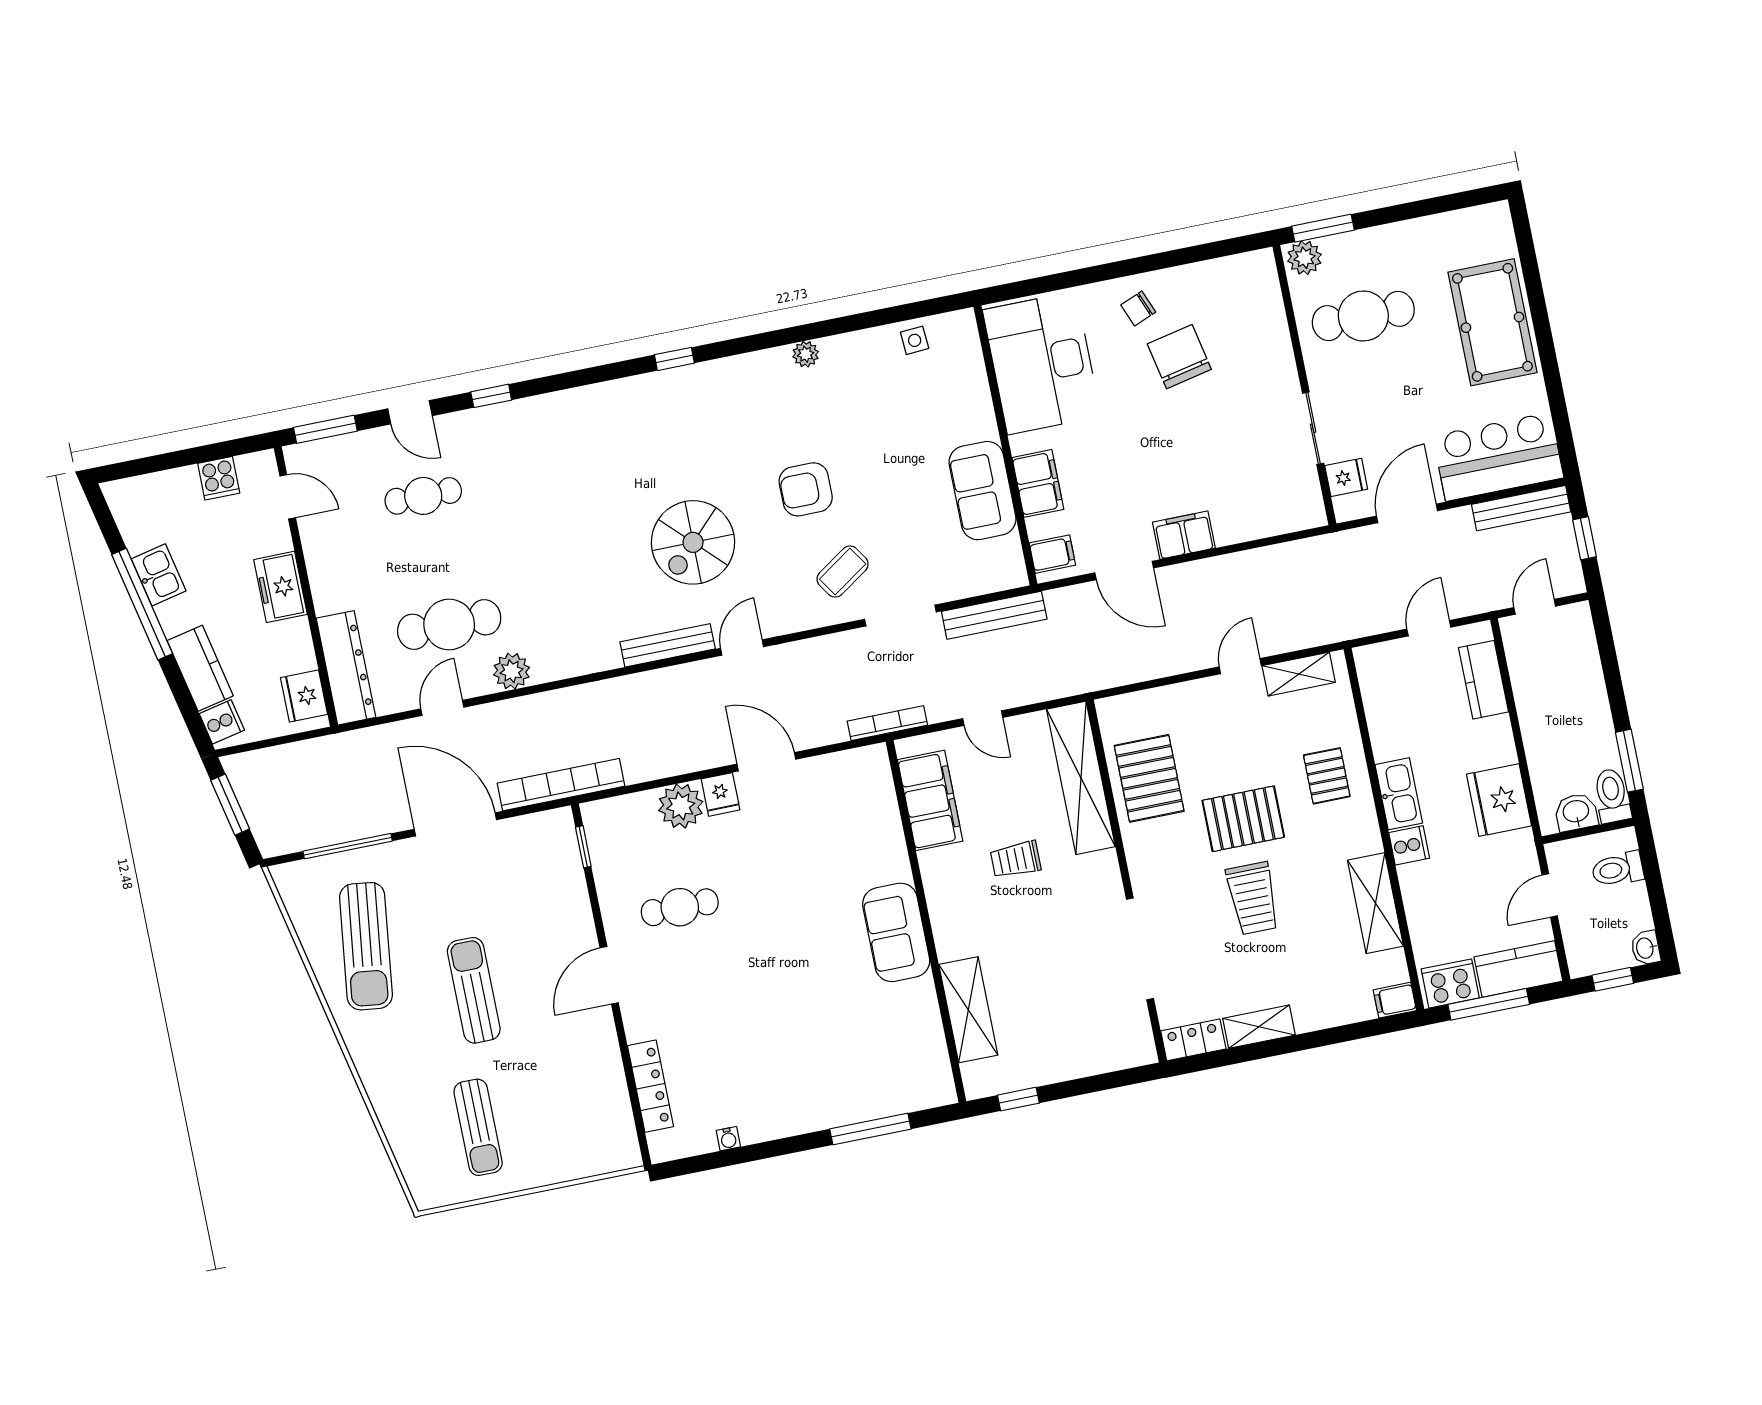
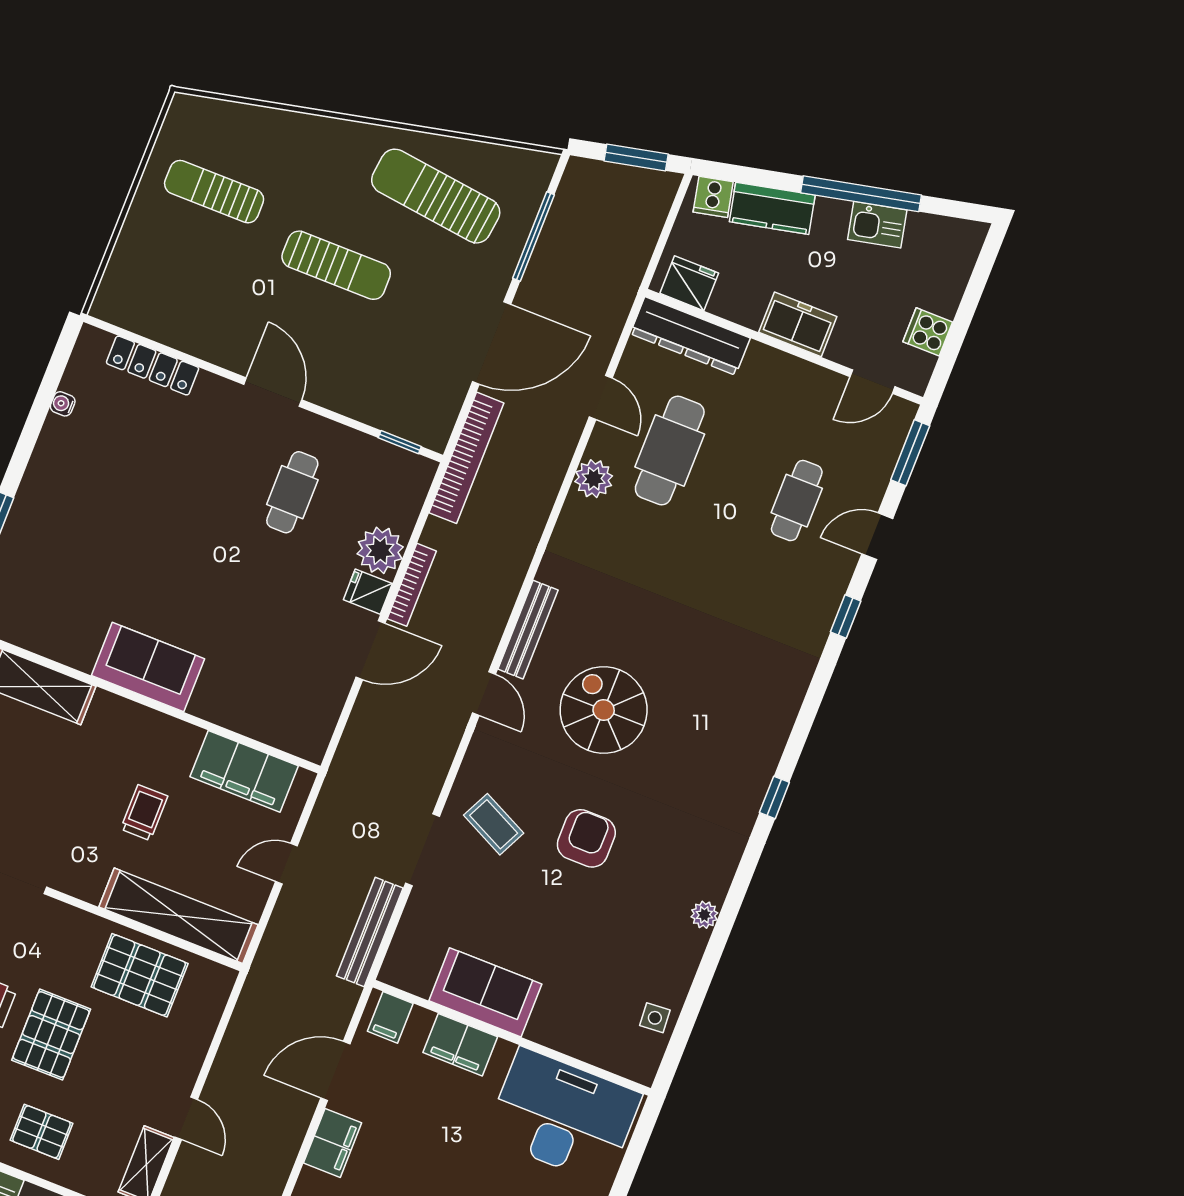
coffee table: (843, 572) -> (494, 824), turned -30
bookcase: (887, 723) -> (412, 585), moved

